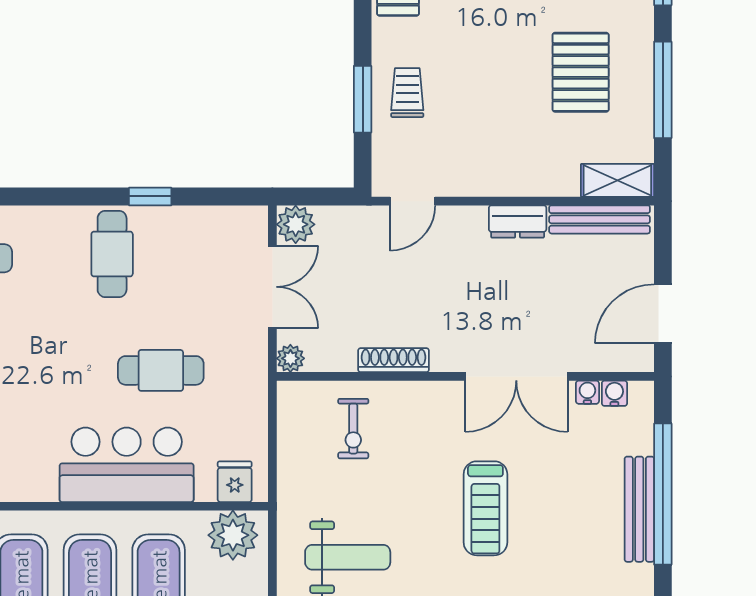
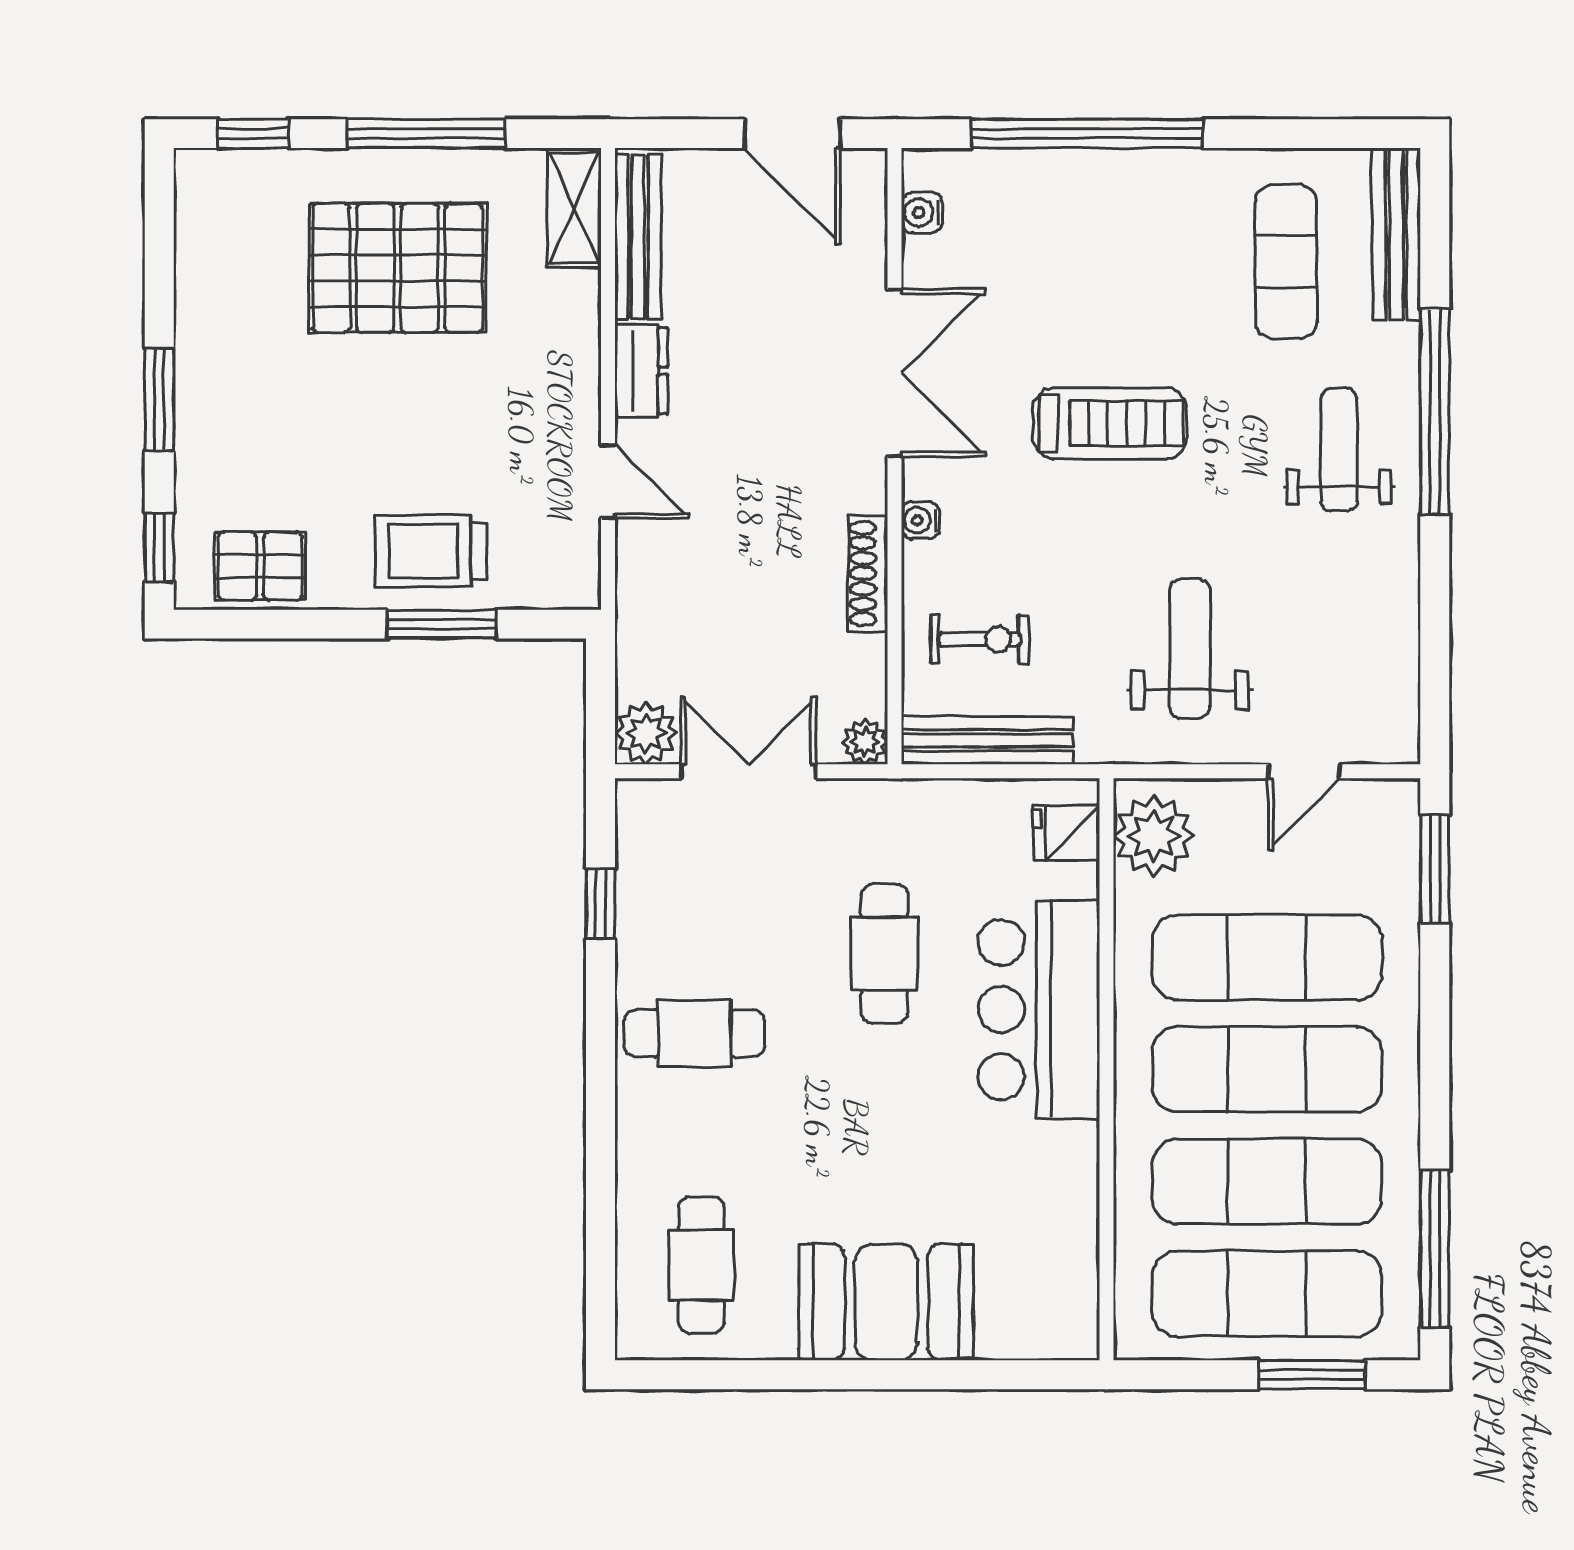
pallet: (581, 72) -> (397, 268), width x1.37, depth x1.41
trolley: (407, 93) -> (431, 551), width x1.36, depth x1.39
window: (150, 196) -> (601, 904), moved
door: (413, 201) -> (608, 481), moved
water cooler: (587, 392) -> (920, 520), moved
bench: (639, 509) -> (987, 740), moved

